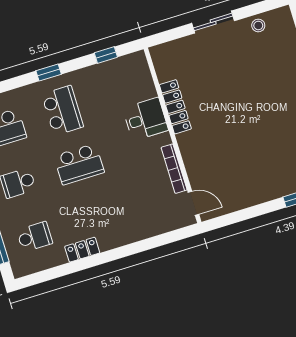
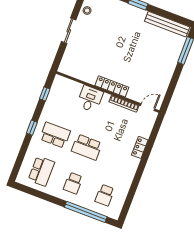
locker: (175, 107) -> (112, 86), moved
school desk: (79, 164) -> (87, 147), turned 90
school desk: (35, 237) -> (105, 195), turned 180
locker: (82, 250) -> (140, 147), moved

